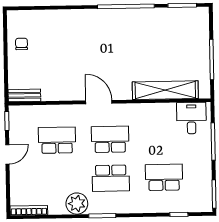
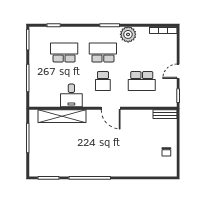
desk: (191, 118) -> (71, 95), moved
school desk: (110, 139) -> (103, 81), width x0.54
school desk: (164, 177) -> (64, 53), turned 180

